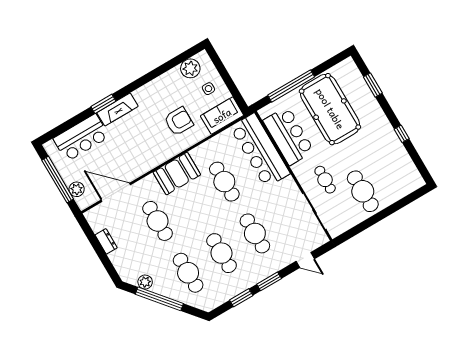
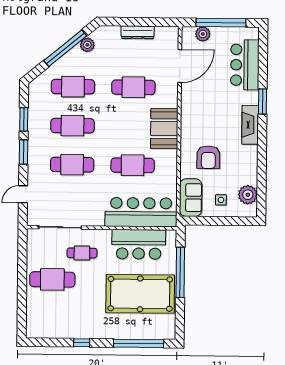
window: (373, 85) -> (139, 343), width x2.11
fireplace: (118, 109) -> (250, 125), moved
dresser: (106, 241) -> (138, 32), width x1.44

